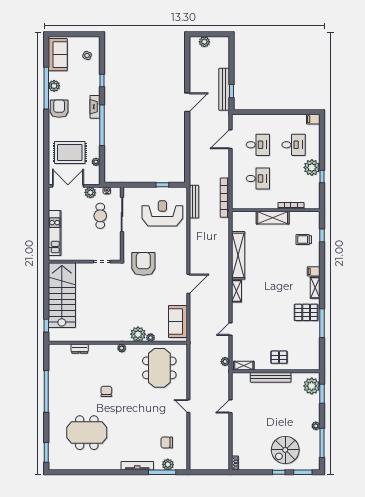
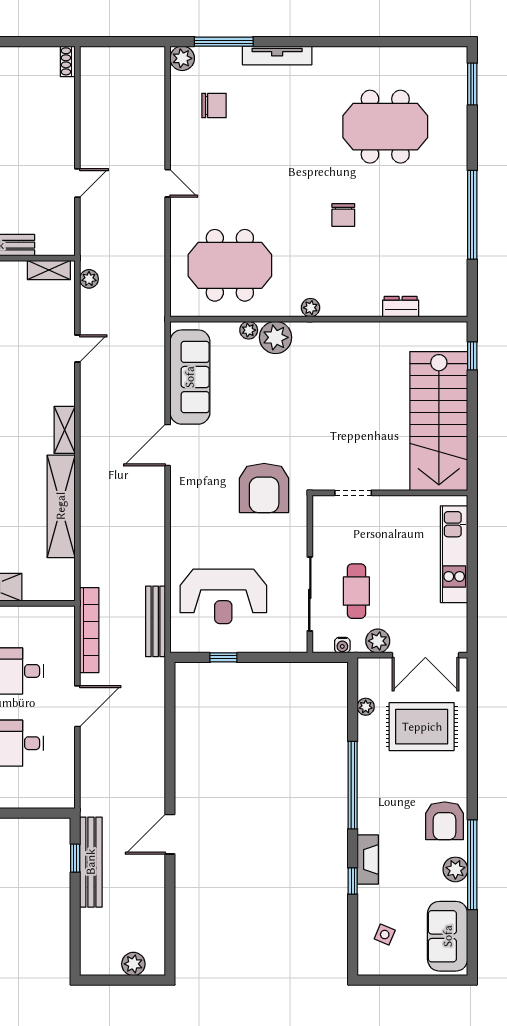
fireplace: (95, 107) -> (368, 859), moved
door: (230, 139) -> (77, 706), moved
sofa: (178, 322) -> (190, 377), width x1.36
meeting table: (159, 368) -> (230, 265), turned 90
plant: (168, 464) -> (182, 58), moved

